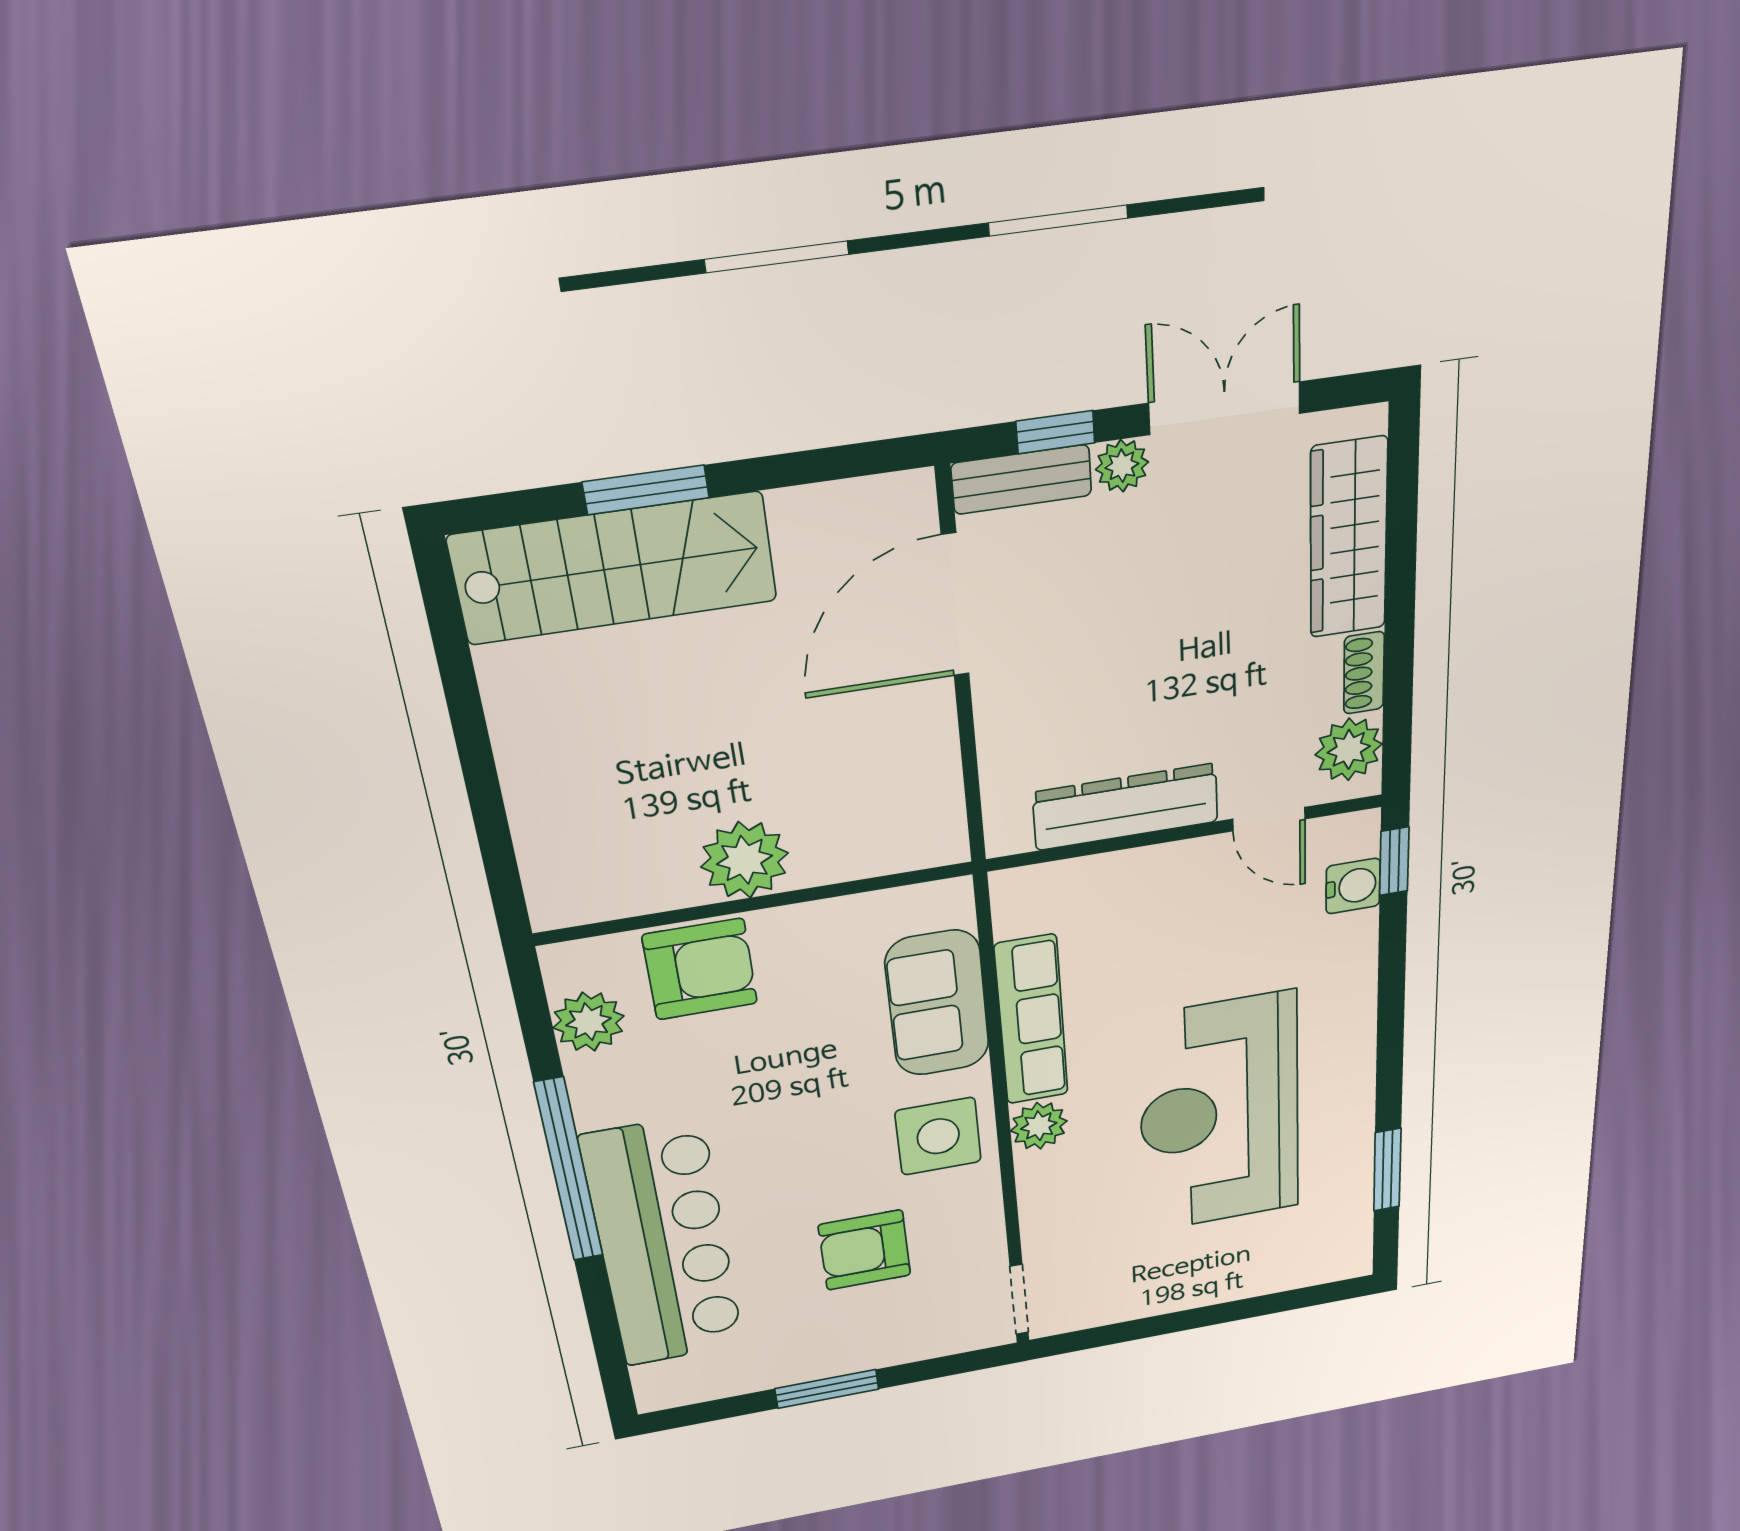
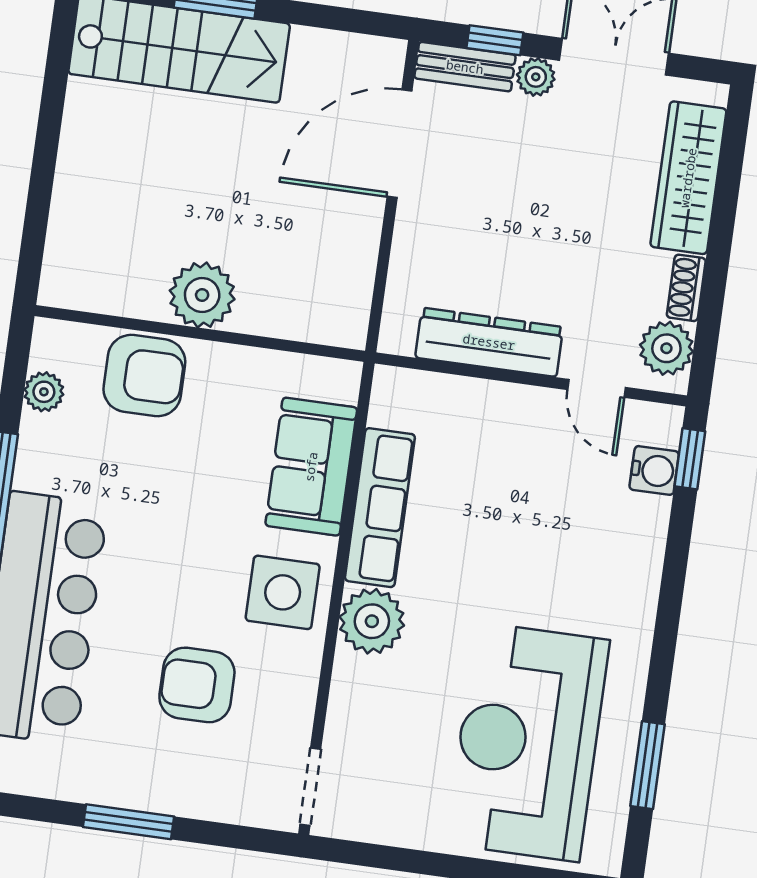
plant: (589, 1022) -> (44, 392), width x0.73, depth x0.73
reception desk: (1220, 1114) -> (528, 742), moved
plant: (1039, 1126) -> (372, 621), width x1.36, depth x1.36

